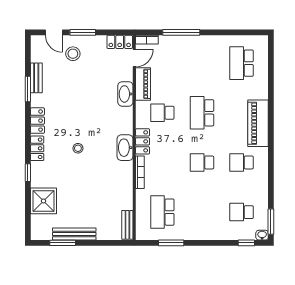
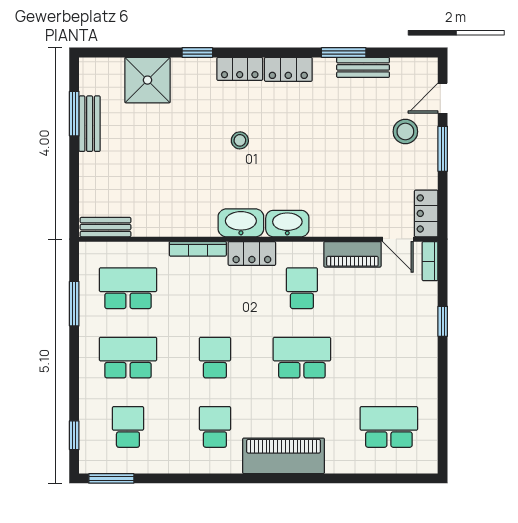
window: (181, 32) -> (443, 321), width x0.46
washbasin: (125, 94) -> (287, 224), moved
school desk: (202, 212) -> (128, 358), added
bench: (74, 234) -> (90, 124), width x0.73
washbasin: (262, 235) -> (88, 463), removed

